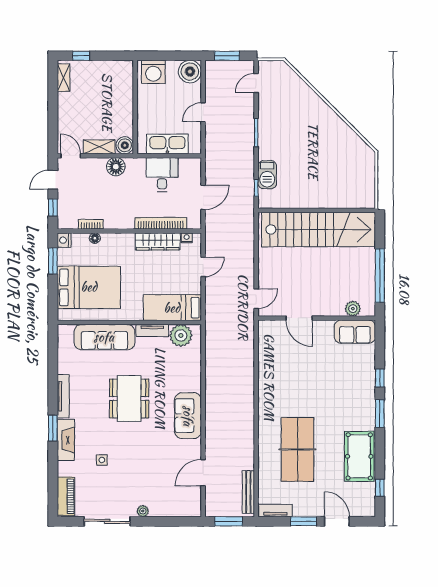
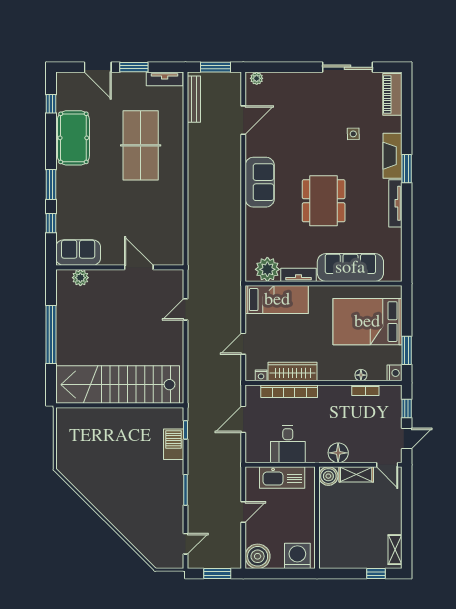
plant: (353, 309) -> (80, 278), moved
door: (299, 318) -> (139, 267), moved
wall: (317, 318) -> (120, 267), moved
sofa: (355, 332) -> (78, 253), moved
plant: (143, 511) -> (257, 78), moved

